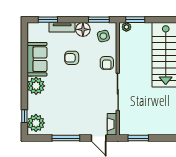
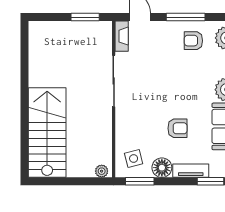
window: (135, 20) -> (89, 181), removed
armchair: (107, 63) -> (193, 41), moved, turned -90

